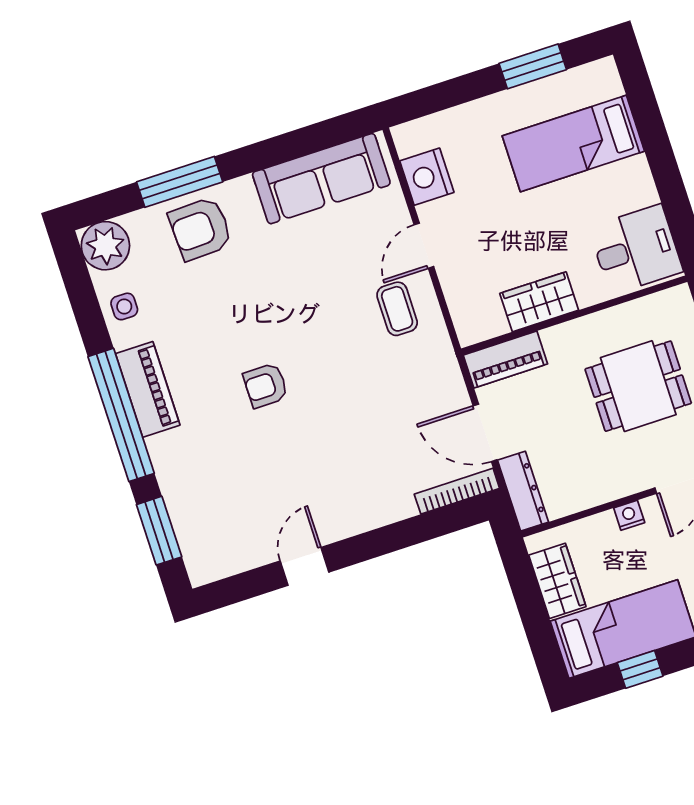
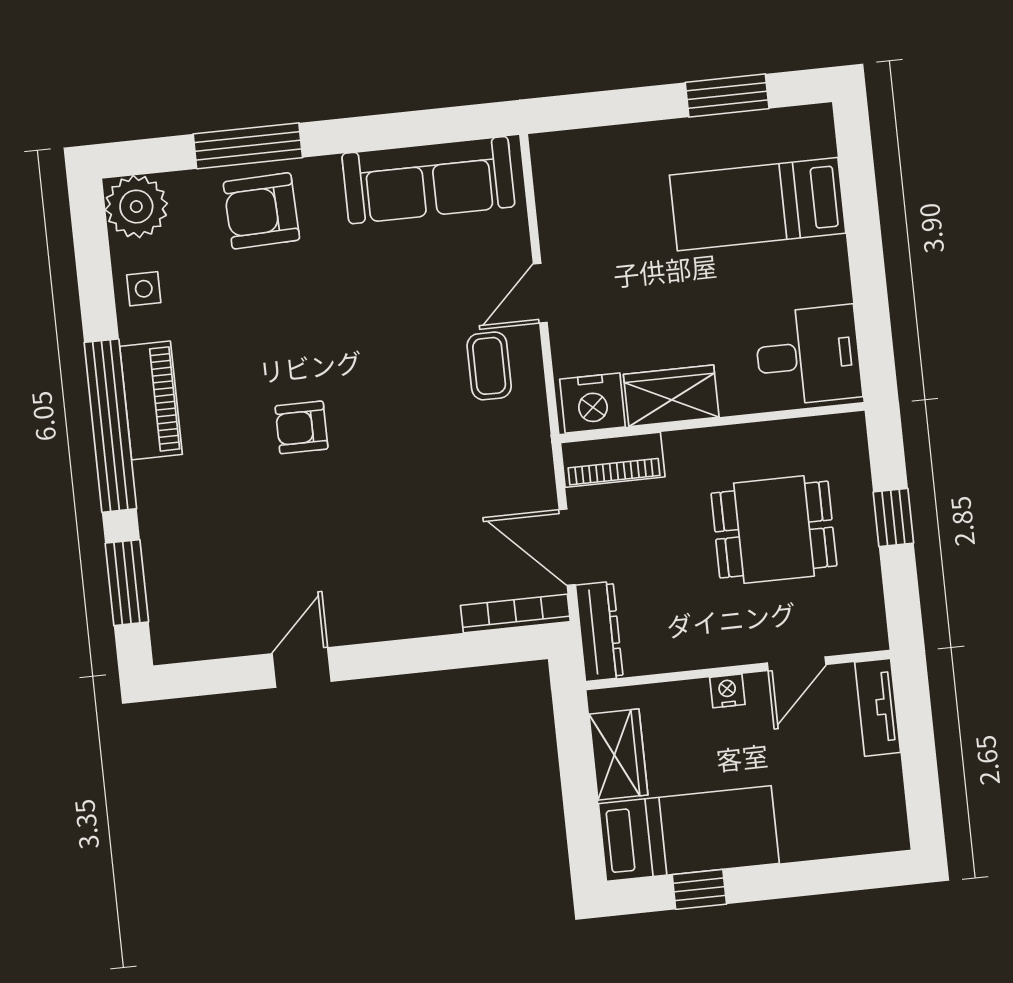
nightstand: (427, 177) -> (593, 403), moved, turned -90

